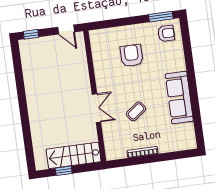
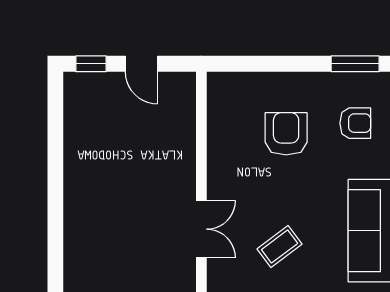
door: (66, 30) -> (141, 64), moved
armchair: (166, 33) -> (355, 123), moved

